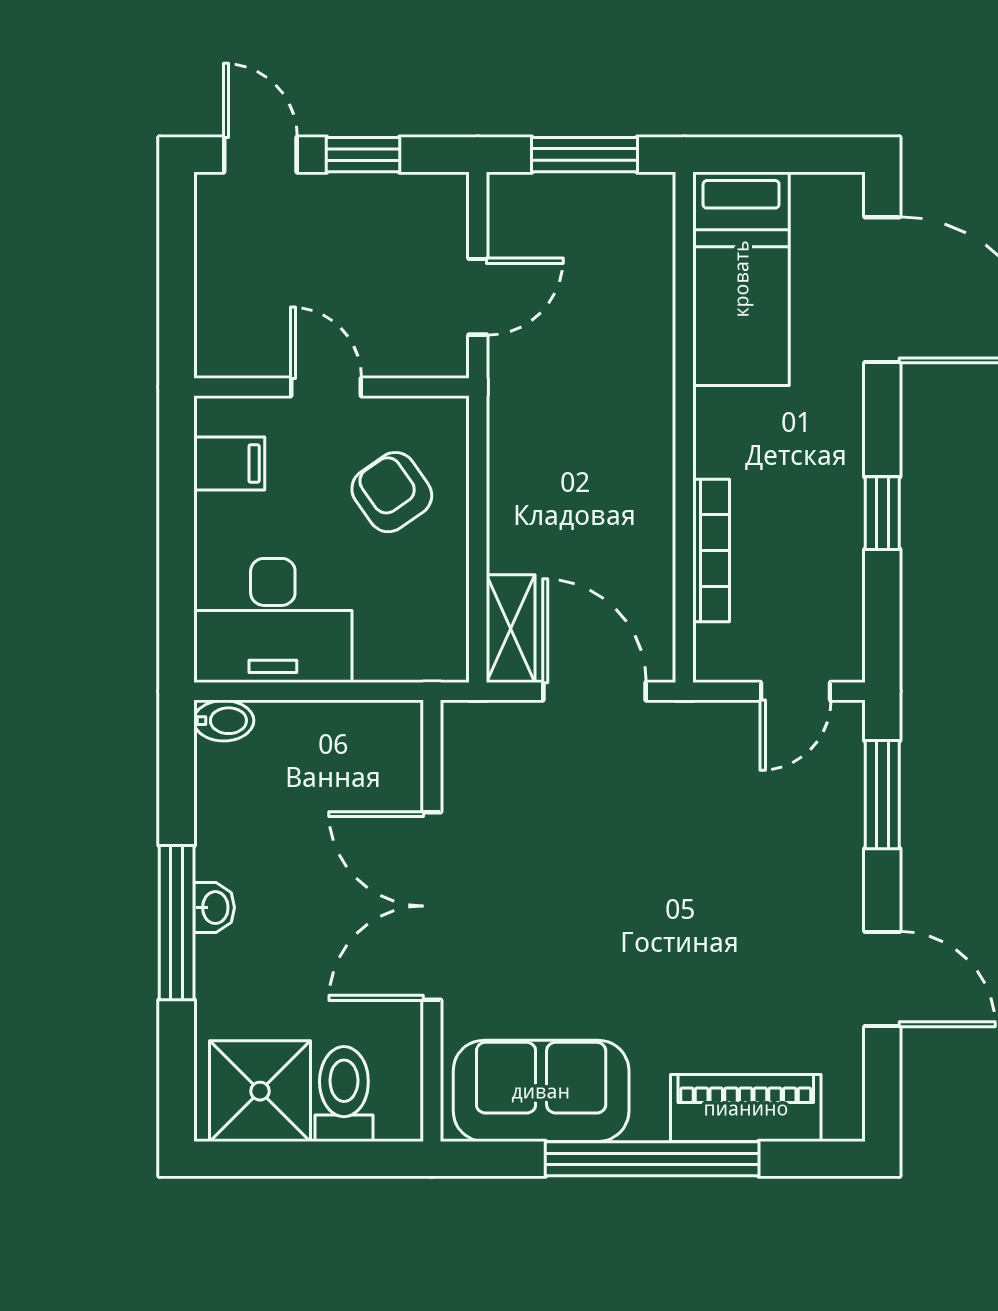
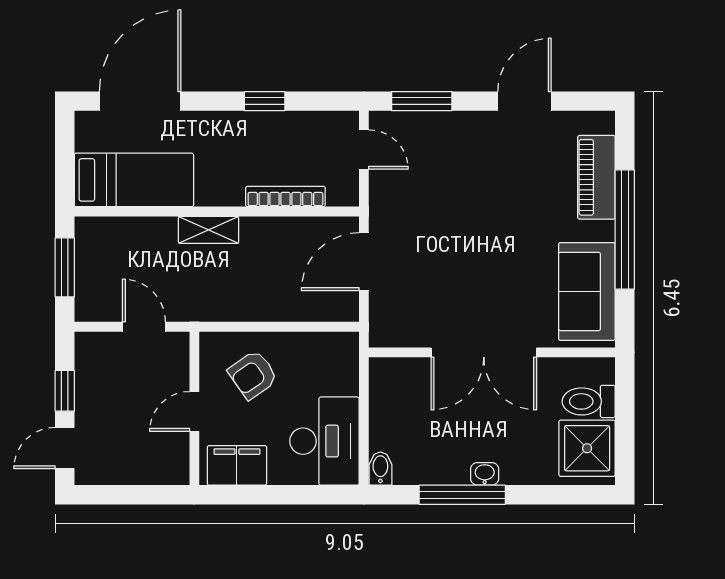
filing cabinet: (229, 463) -> (237, 465), width x2.00
shelving: (511, 629) -> (208, 230), moved
window: (177, 923) -> (462, 495), moved

